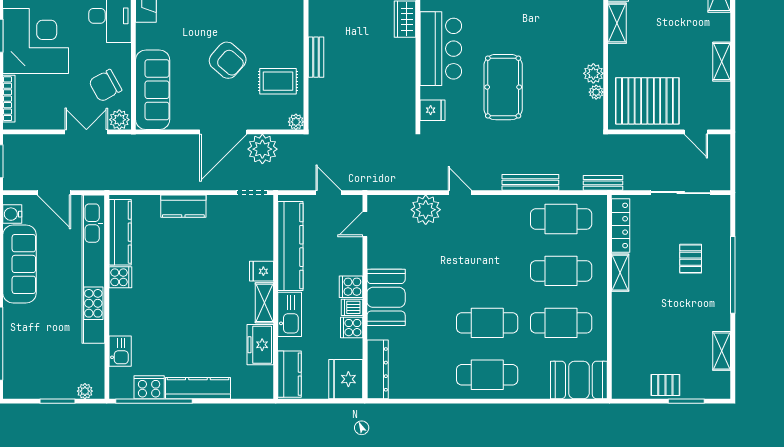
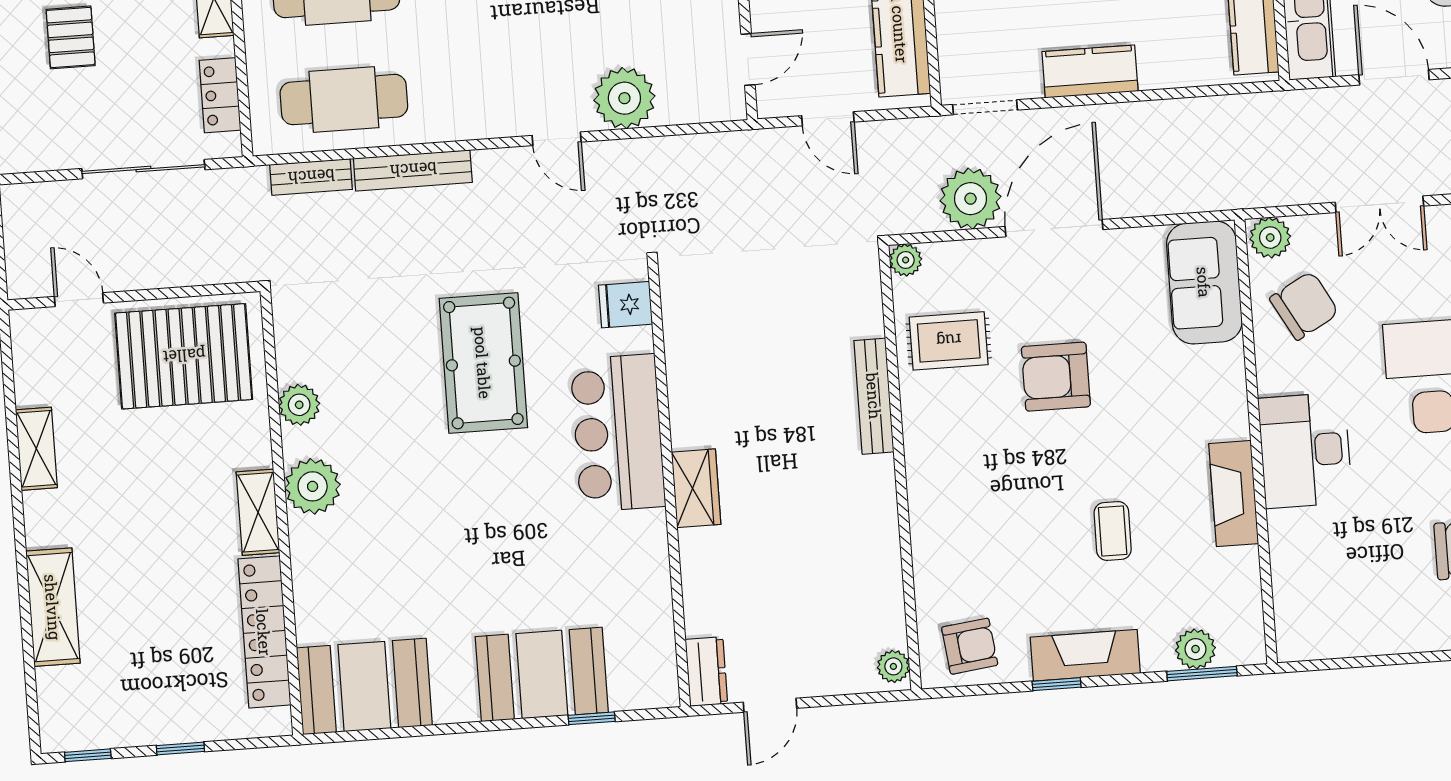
bench: (316, 57) -> (874, 396), width x1.36
armchair: (228, 60) -> (1056, 377), turned -41
sofa: (153, 90) -> (1204, 282), width x0.73
plant: (596, 92) -> (313, 486), moved, width x1.87, depth x1.87
double door: (86, 132) -> (1379, 204), moved
bench: (603, 183) -> (311, 177), moved
sliding door: (681, 193) -> (143, 169), moved
kitchen counter: (183, 206) -> (1090, 72), moved
locker: (621, 225) -> (220, 95), width x0.66

